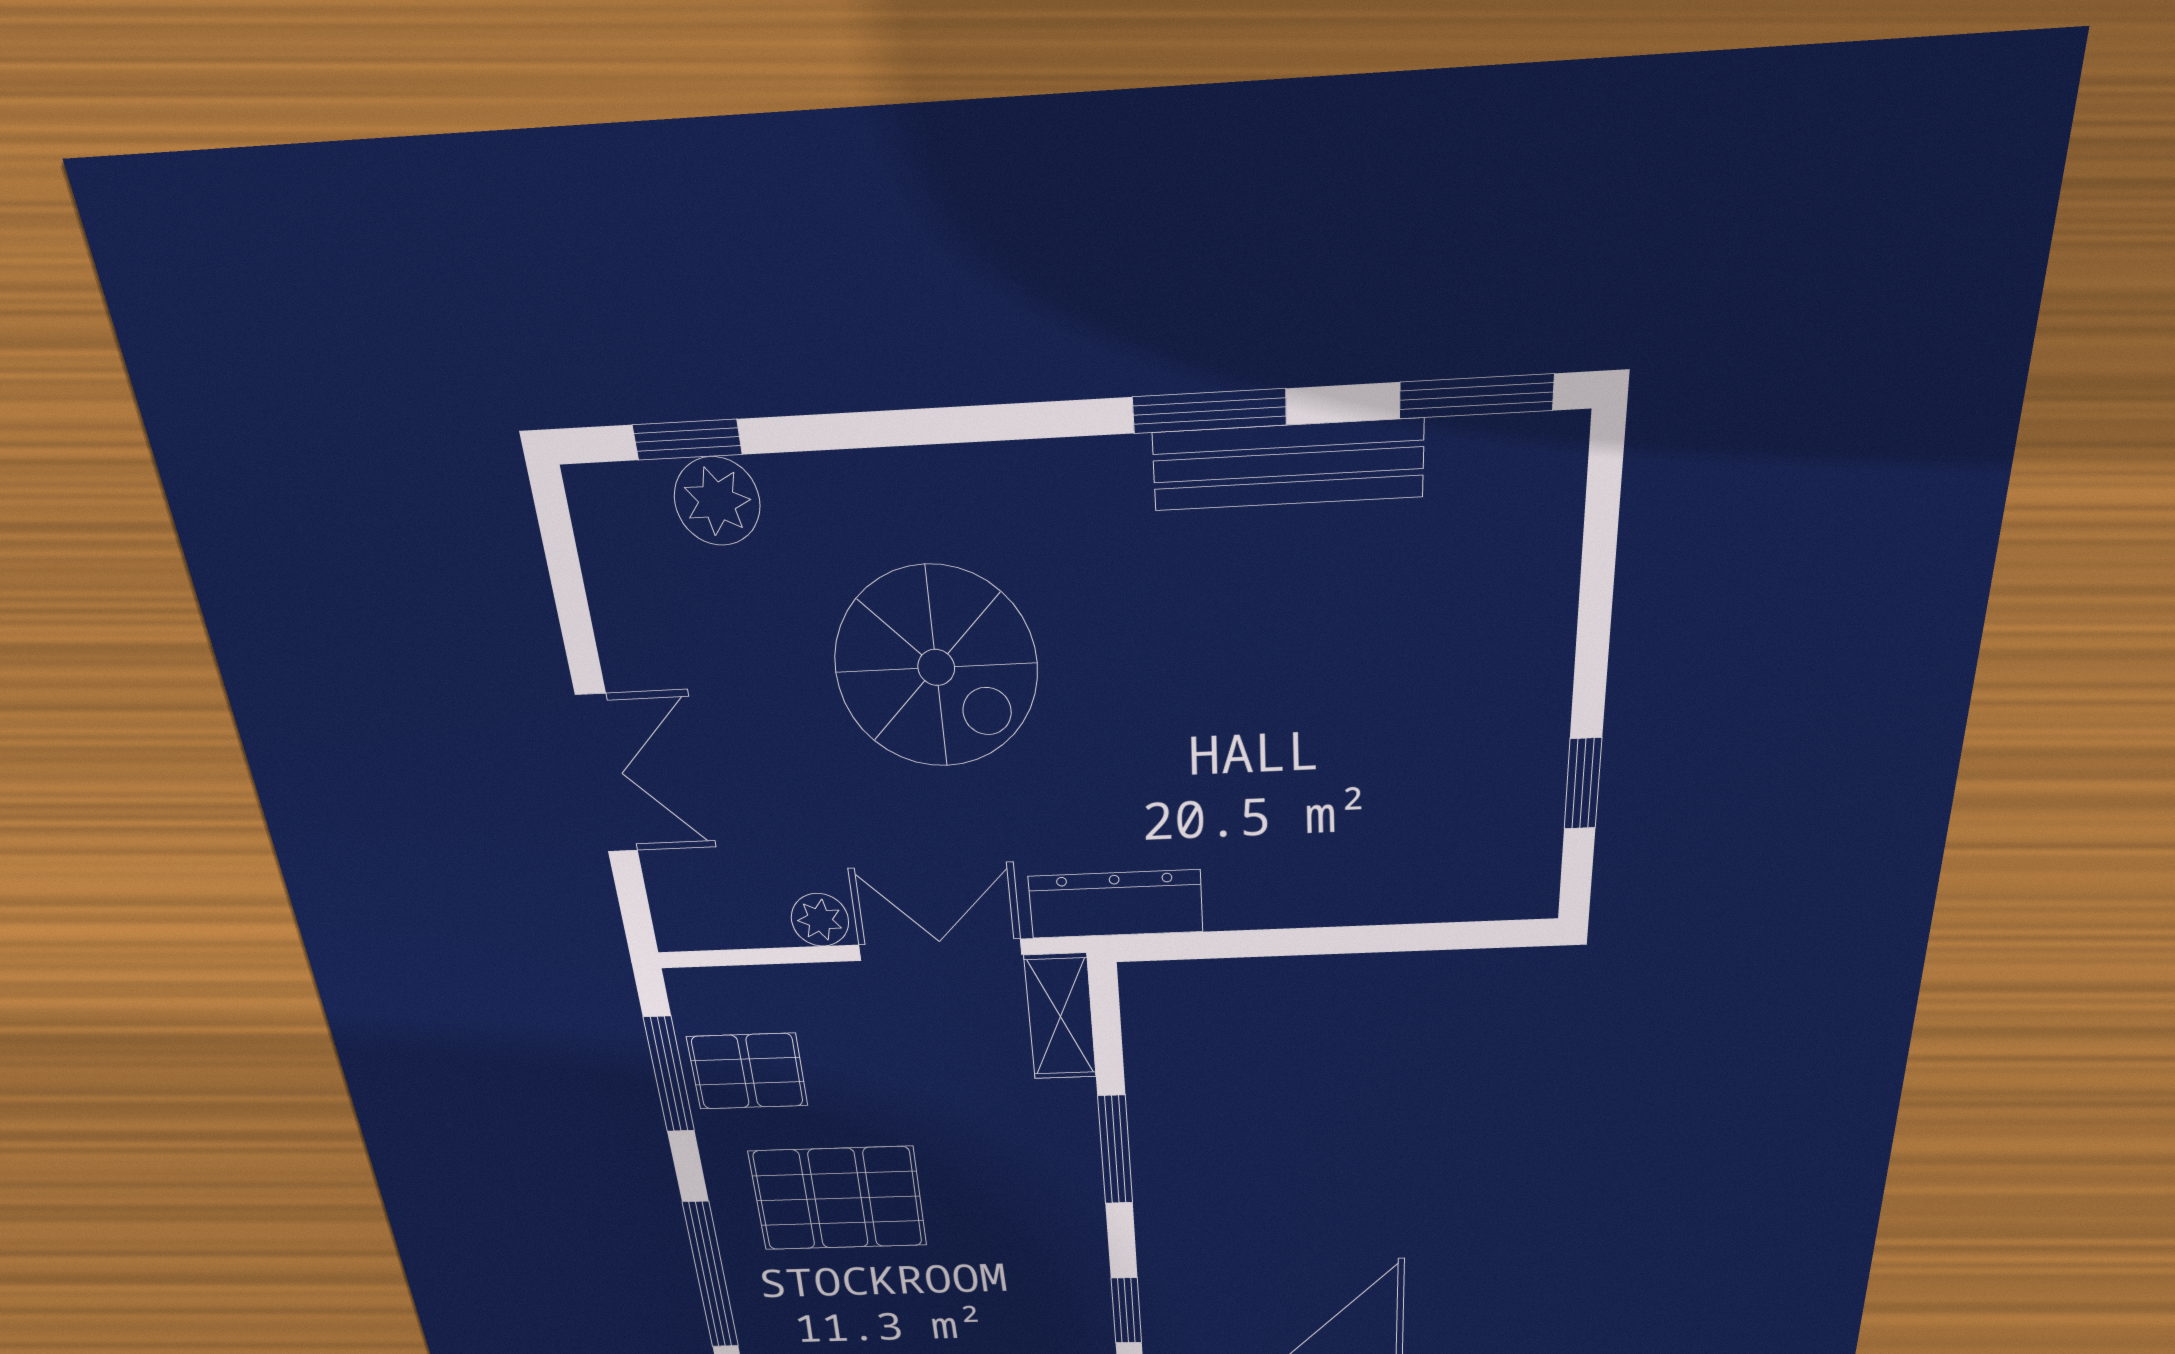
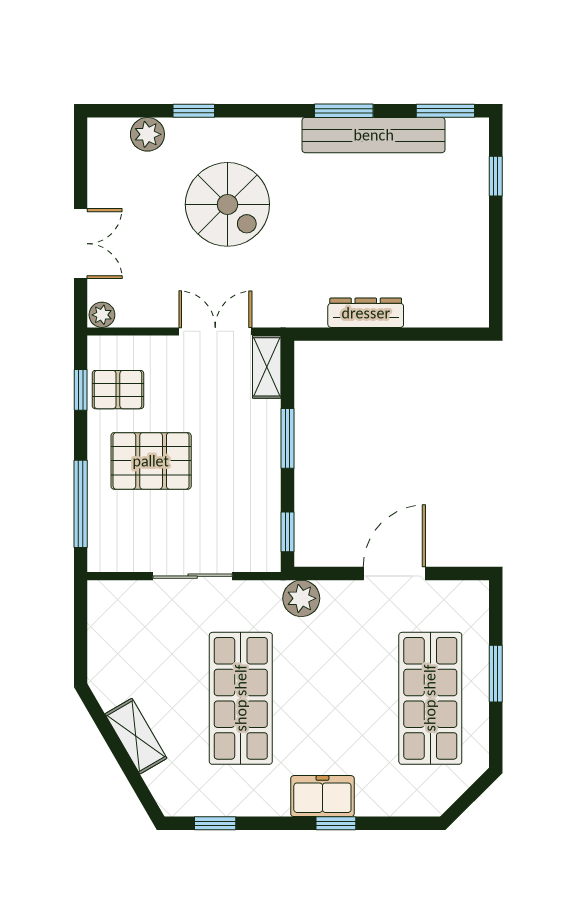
window: (687, 440) -> (194, 111), moved
bench: (1288, 465) -> (374, 135), width x1.37, depth x1.21
window: (1583, 784) -> (496, 176), moved
dresser: (1116, 904) -> (366, 313), moved
plant: (820, 920) -> (102, 315), moved
window: (669, 1074) -> (81, 390), width x0.67

